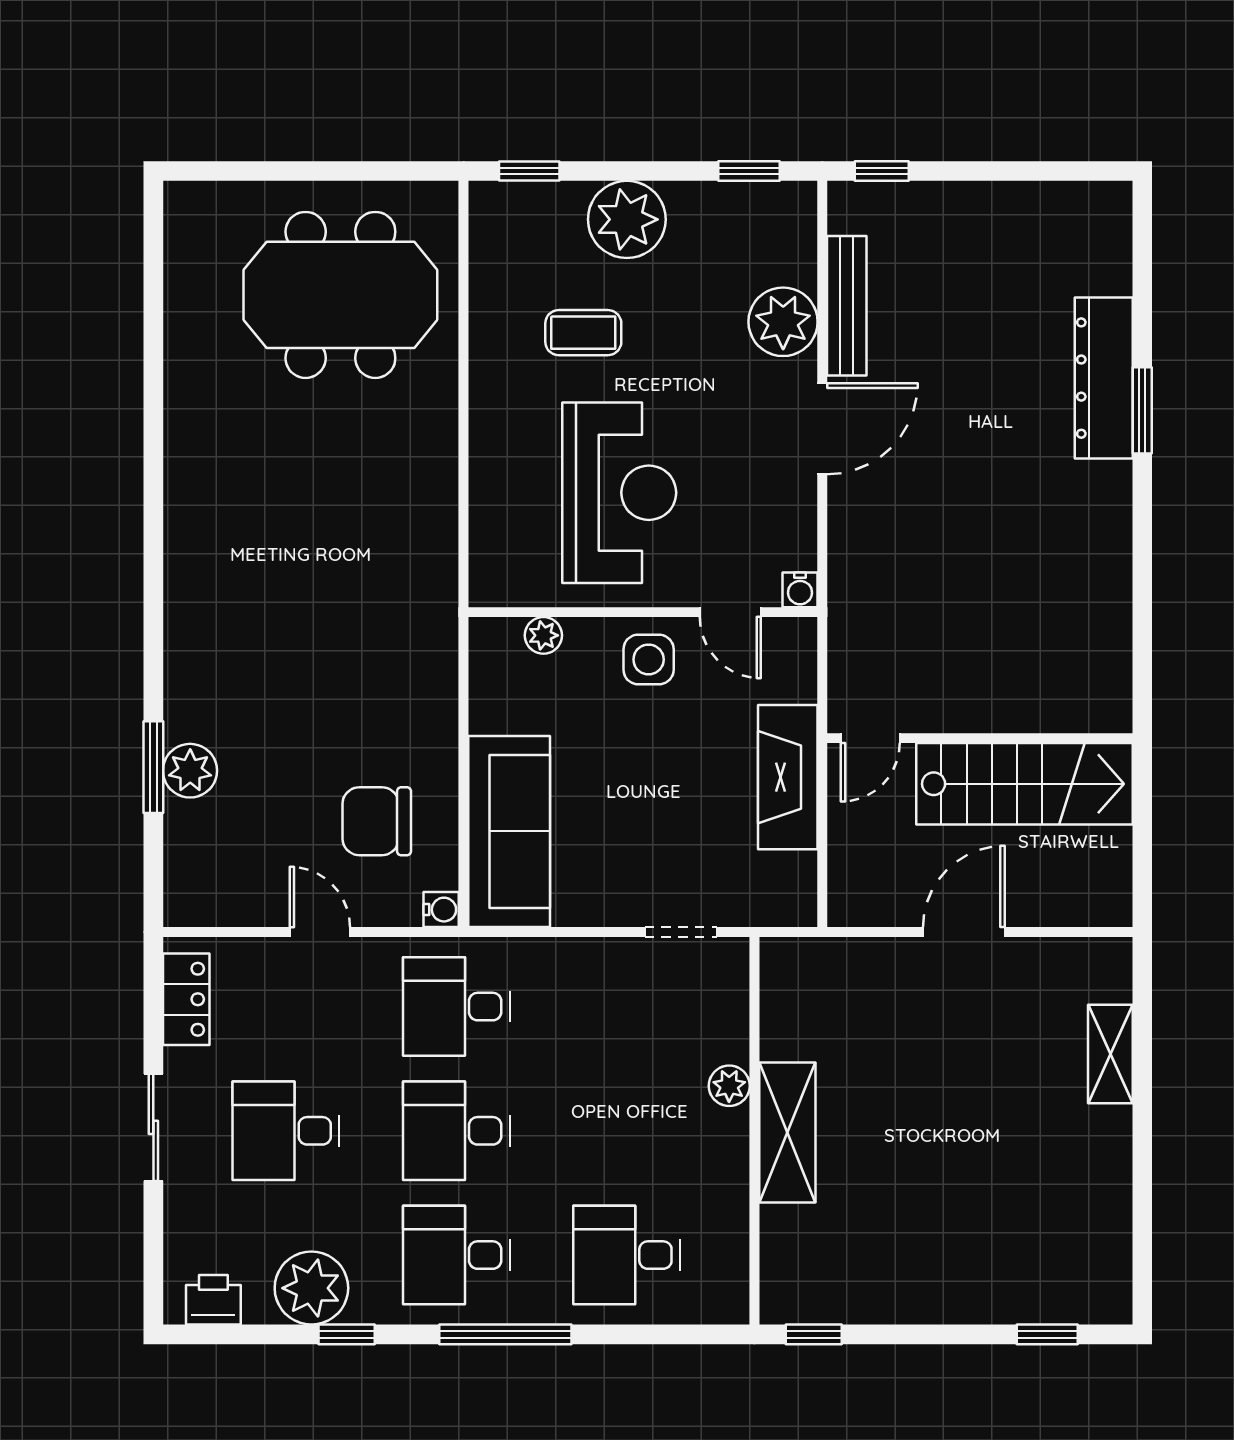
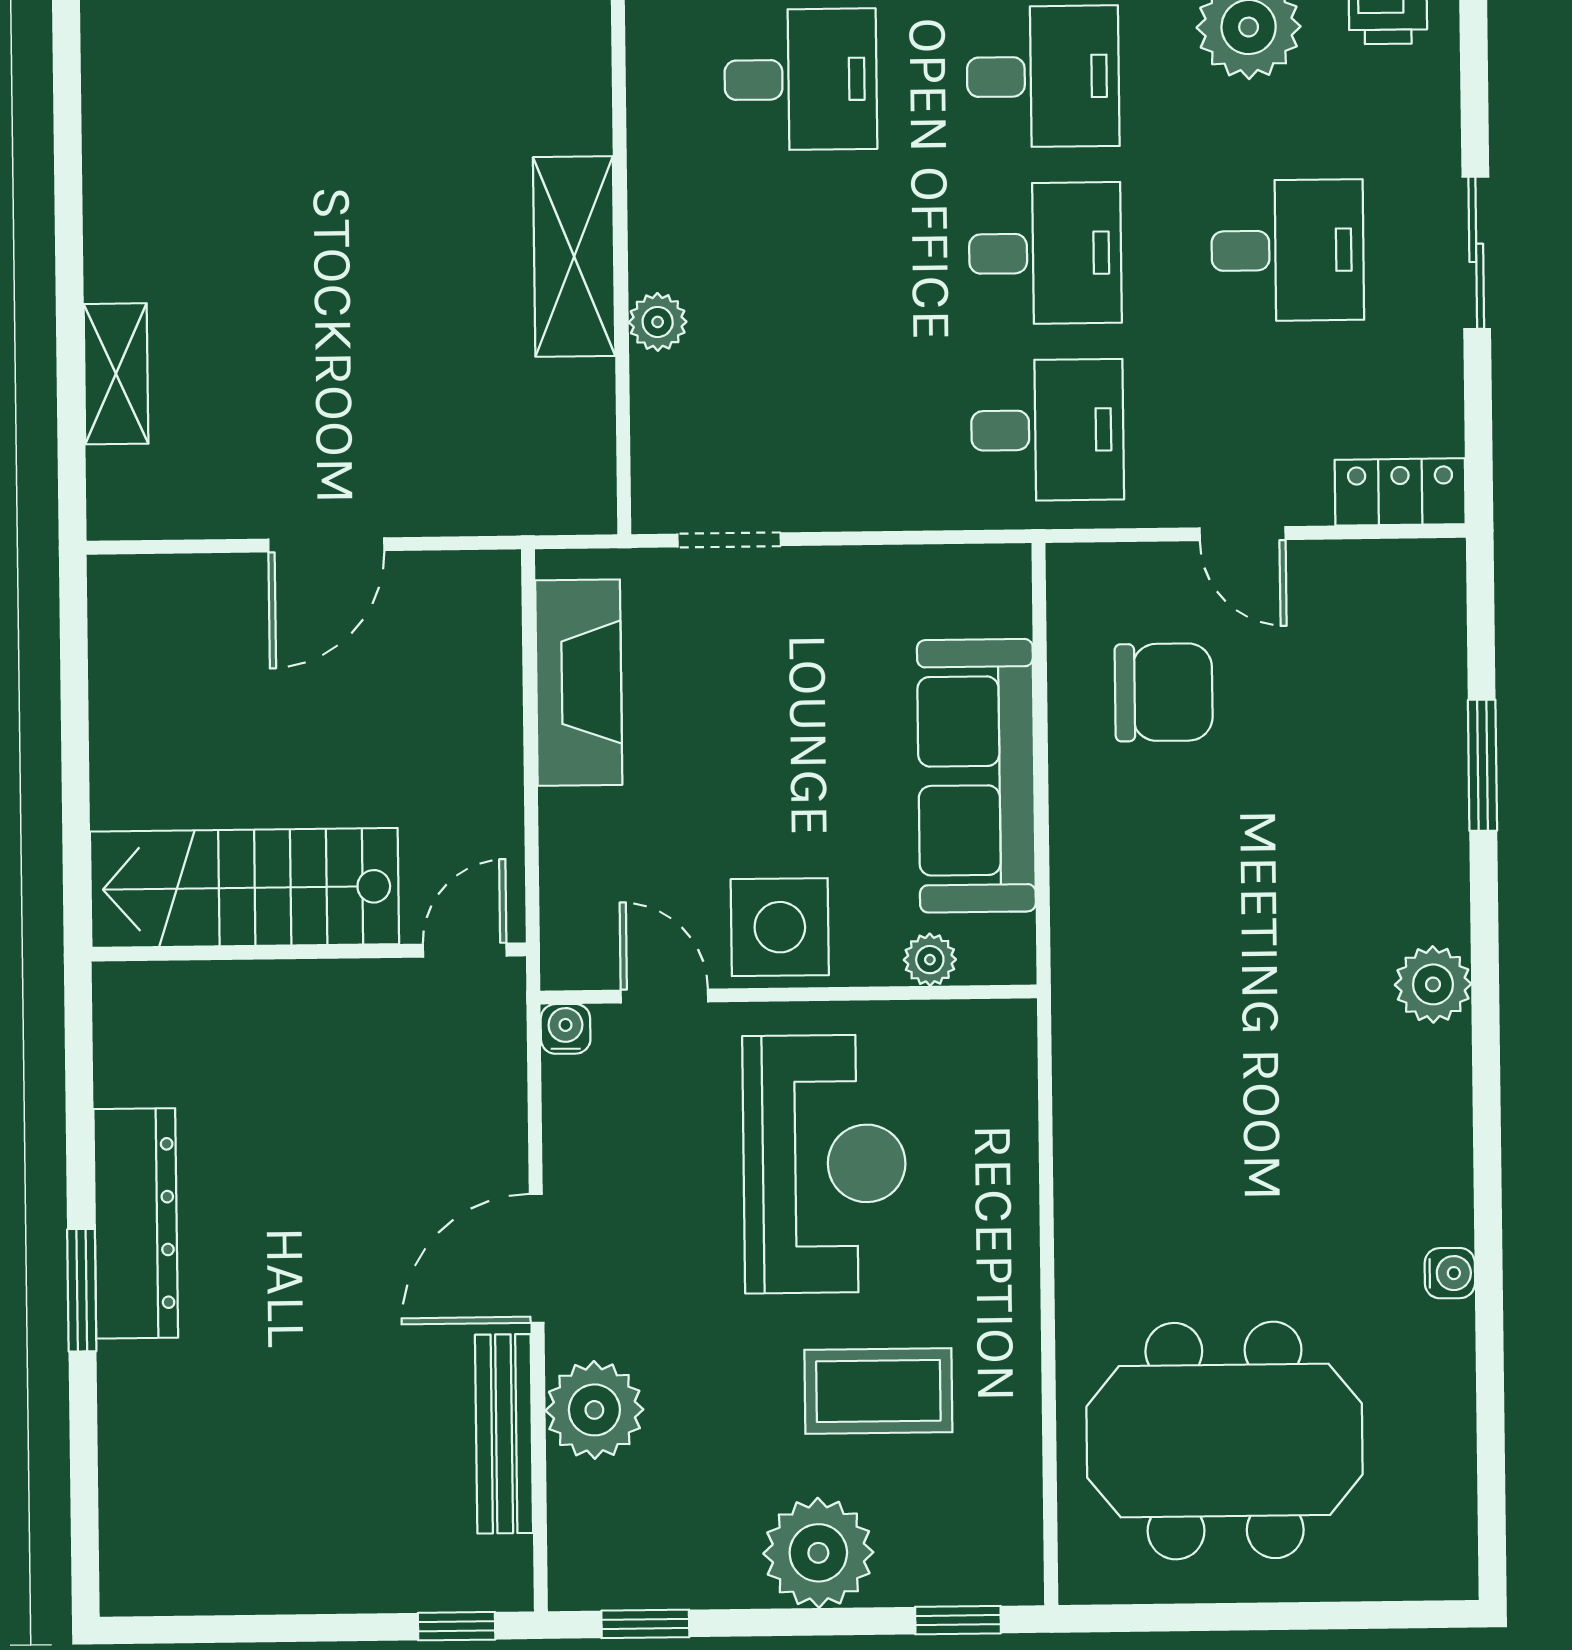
coffee table: (583, 333) -> (878, 1391), width x1.36, depth x1.30
dresser: (1104, 378) -> (136, 1223), moved
reception desk: (619, 493) -> (825, 1164), turned 180
side table: (649, 659) -> (780, 927), width x1.37, depth x1.37
door: (870, 738) -> (465, 950), moved
wall: (980, 738) -> (309, 952), moved
plant: (190, 771) -> (1433, 984), moved
fireplace: (788, 777) -> (579, 683), moved
stairs: (1024, 784) -> (245, 888), moved
sofa: (509, 831) -> (976, 776), moved
water cooler: (441, 910) -> (1450, 1273), moved, turned 180
locker: (186, 999) -> (1400, 492), moved, turned 90

